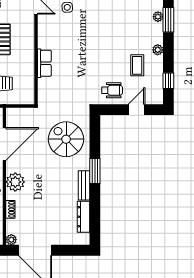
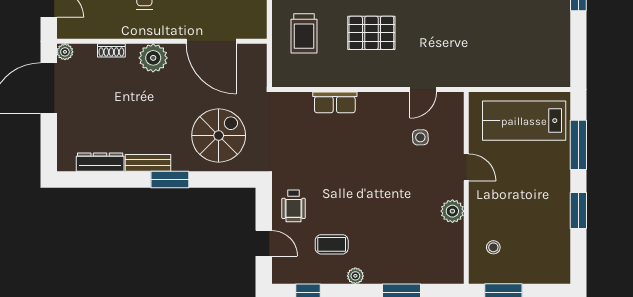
plant: (158, 17) -> (406, 276), removed

